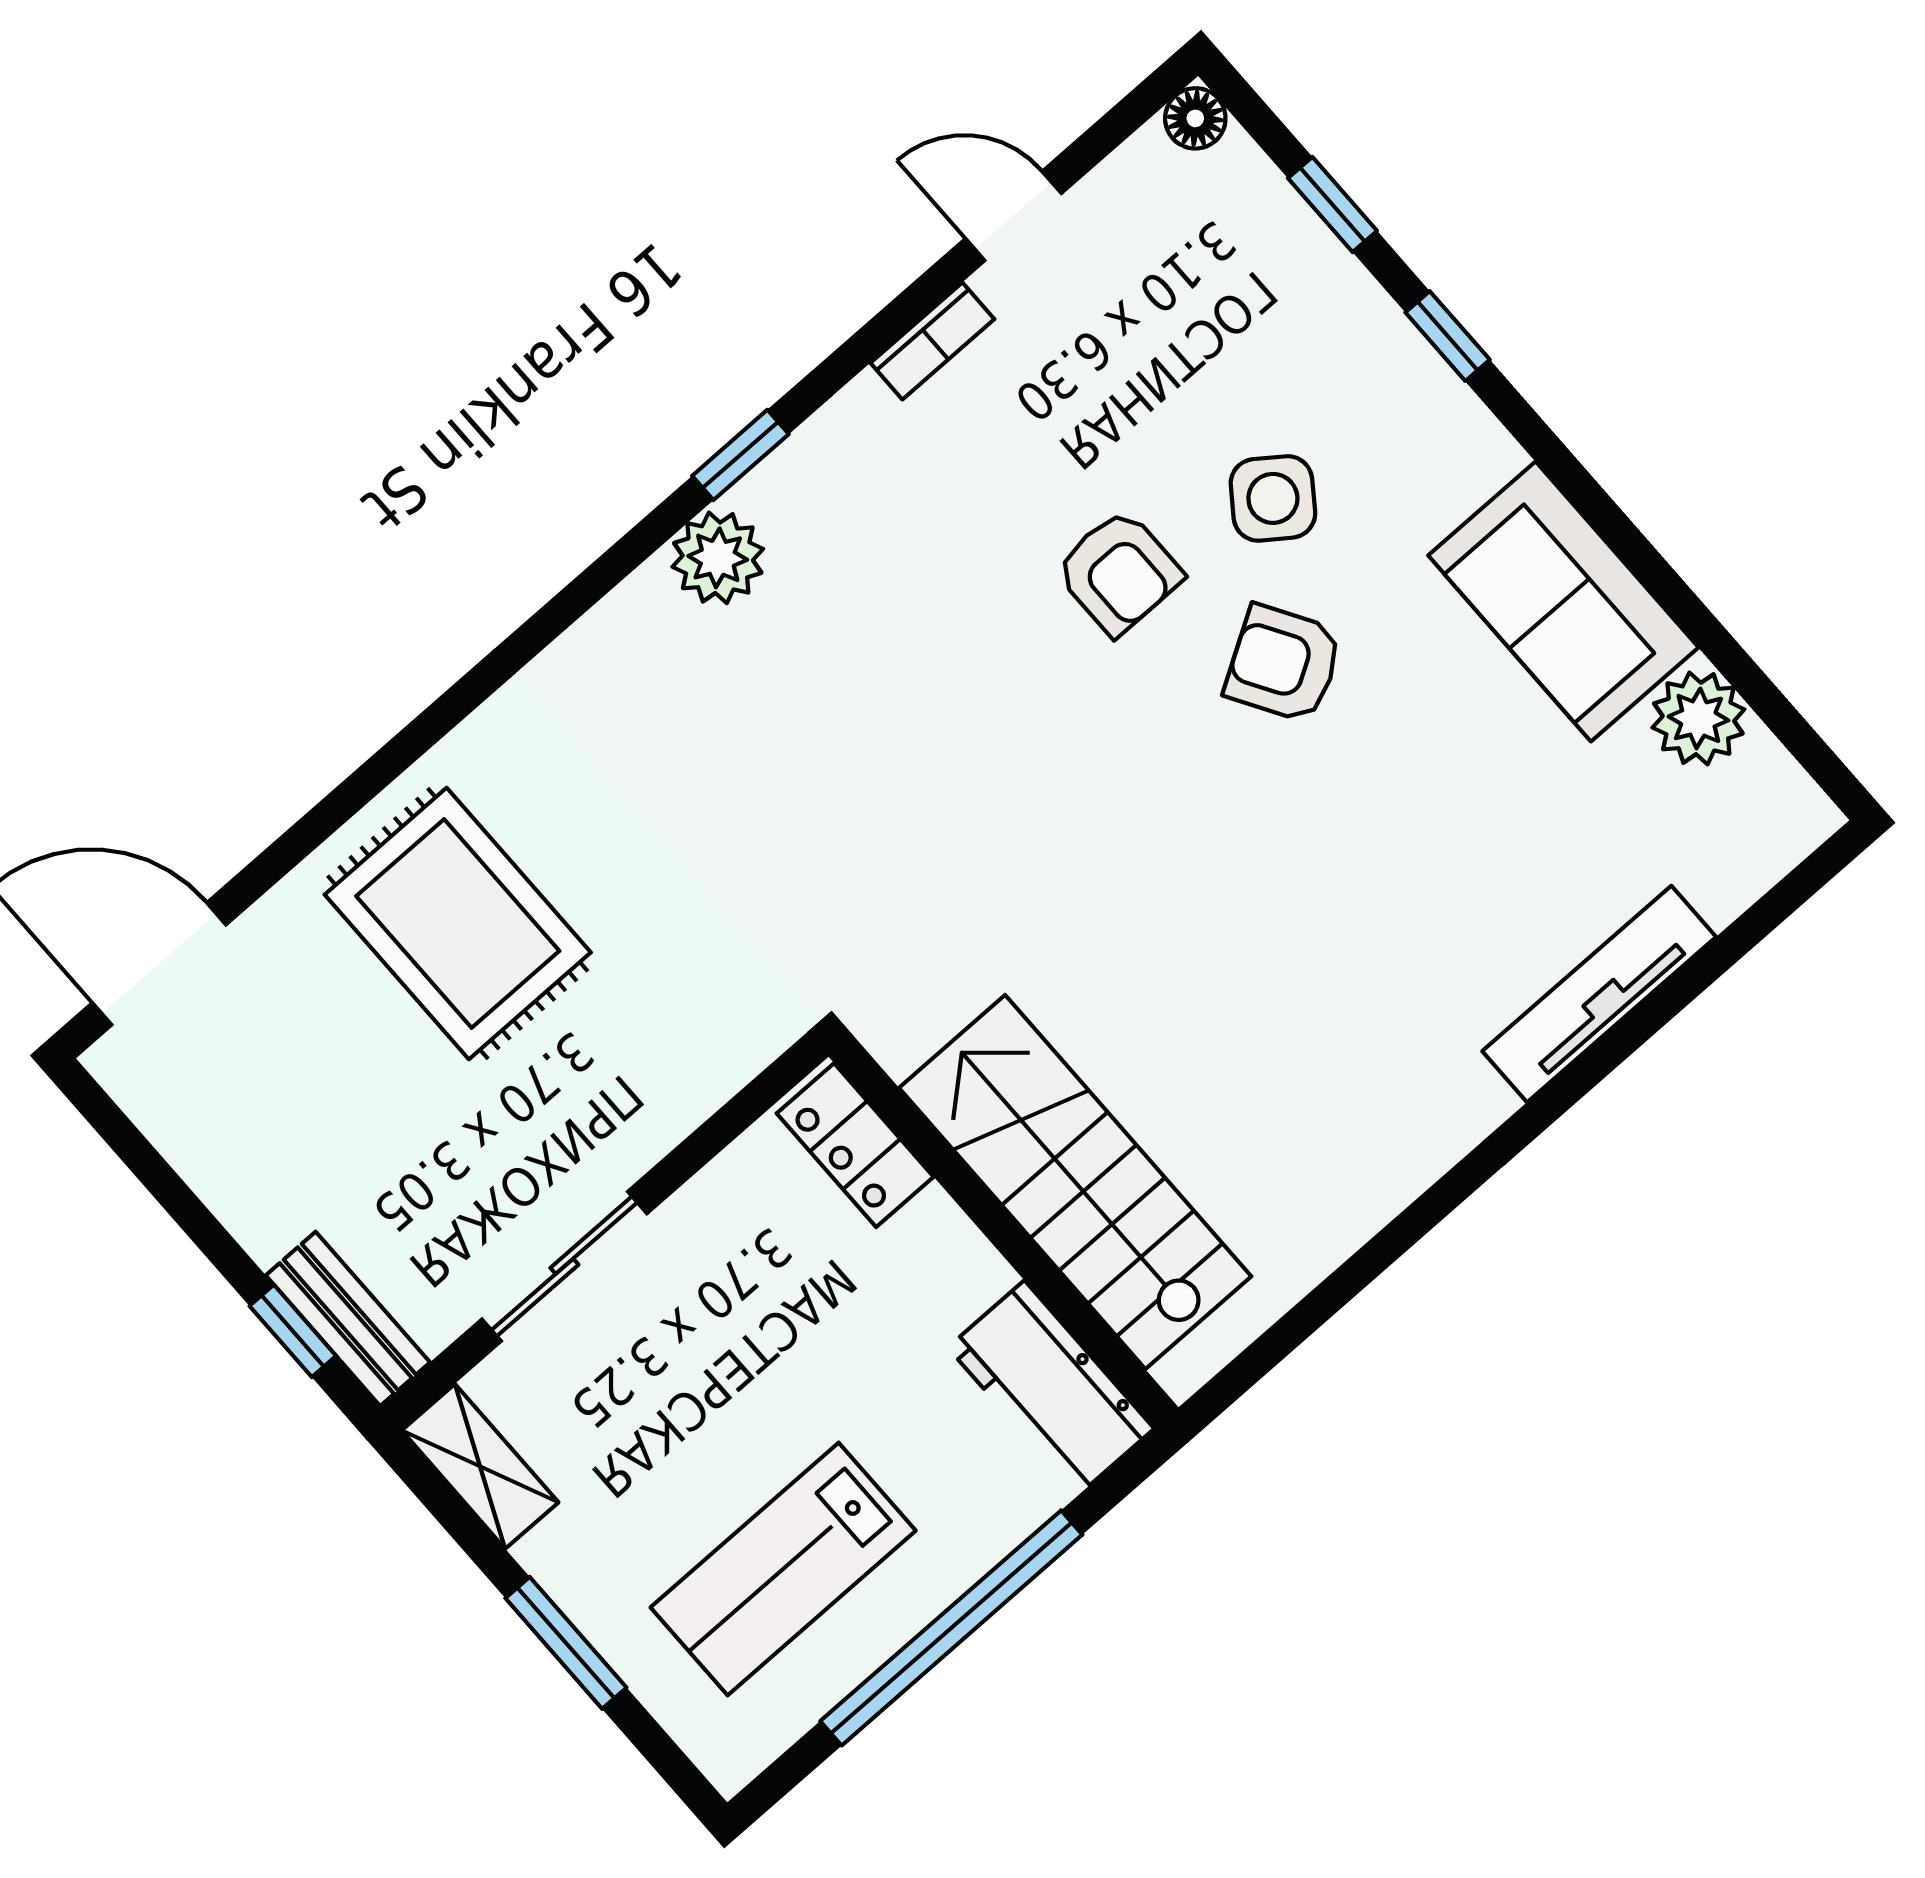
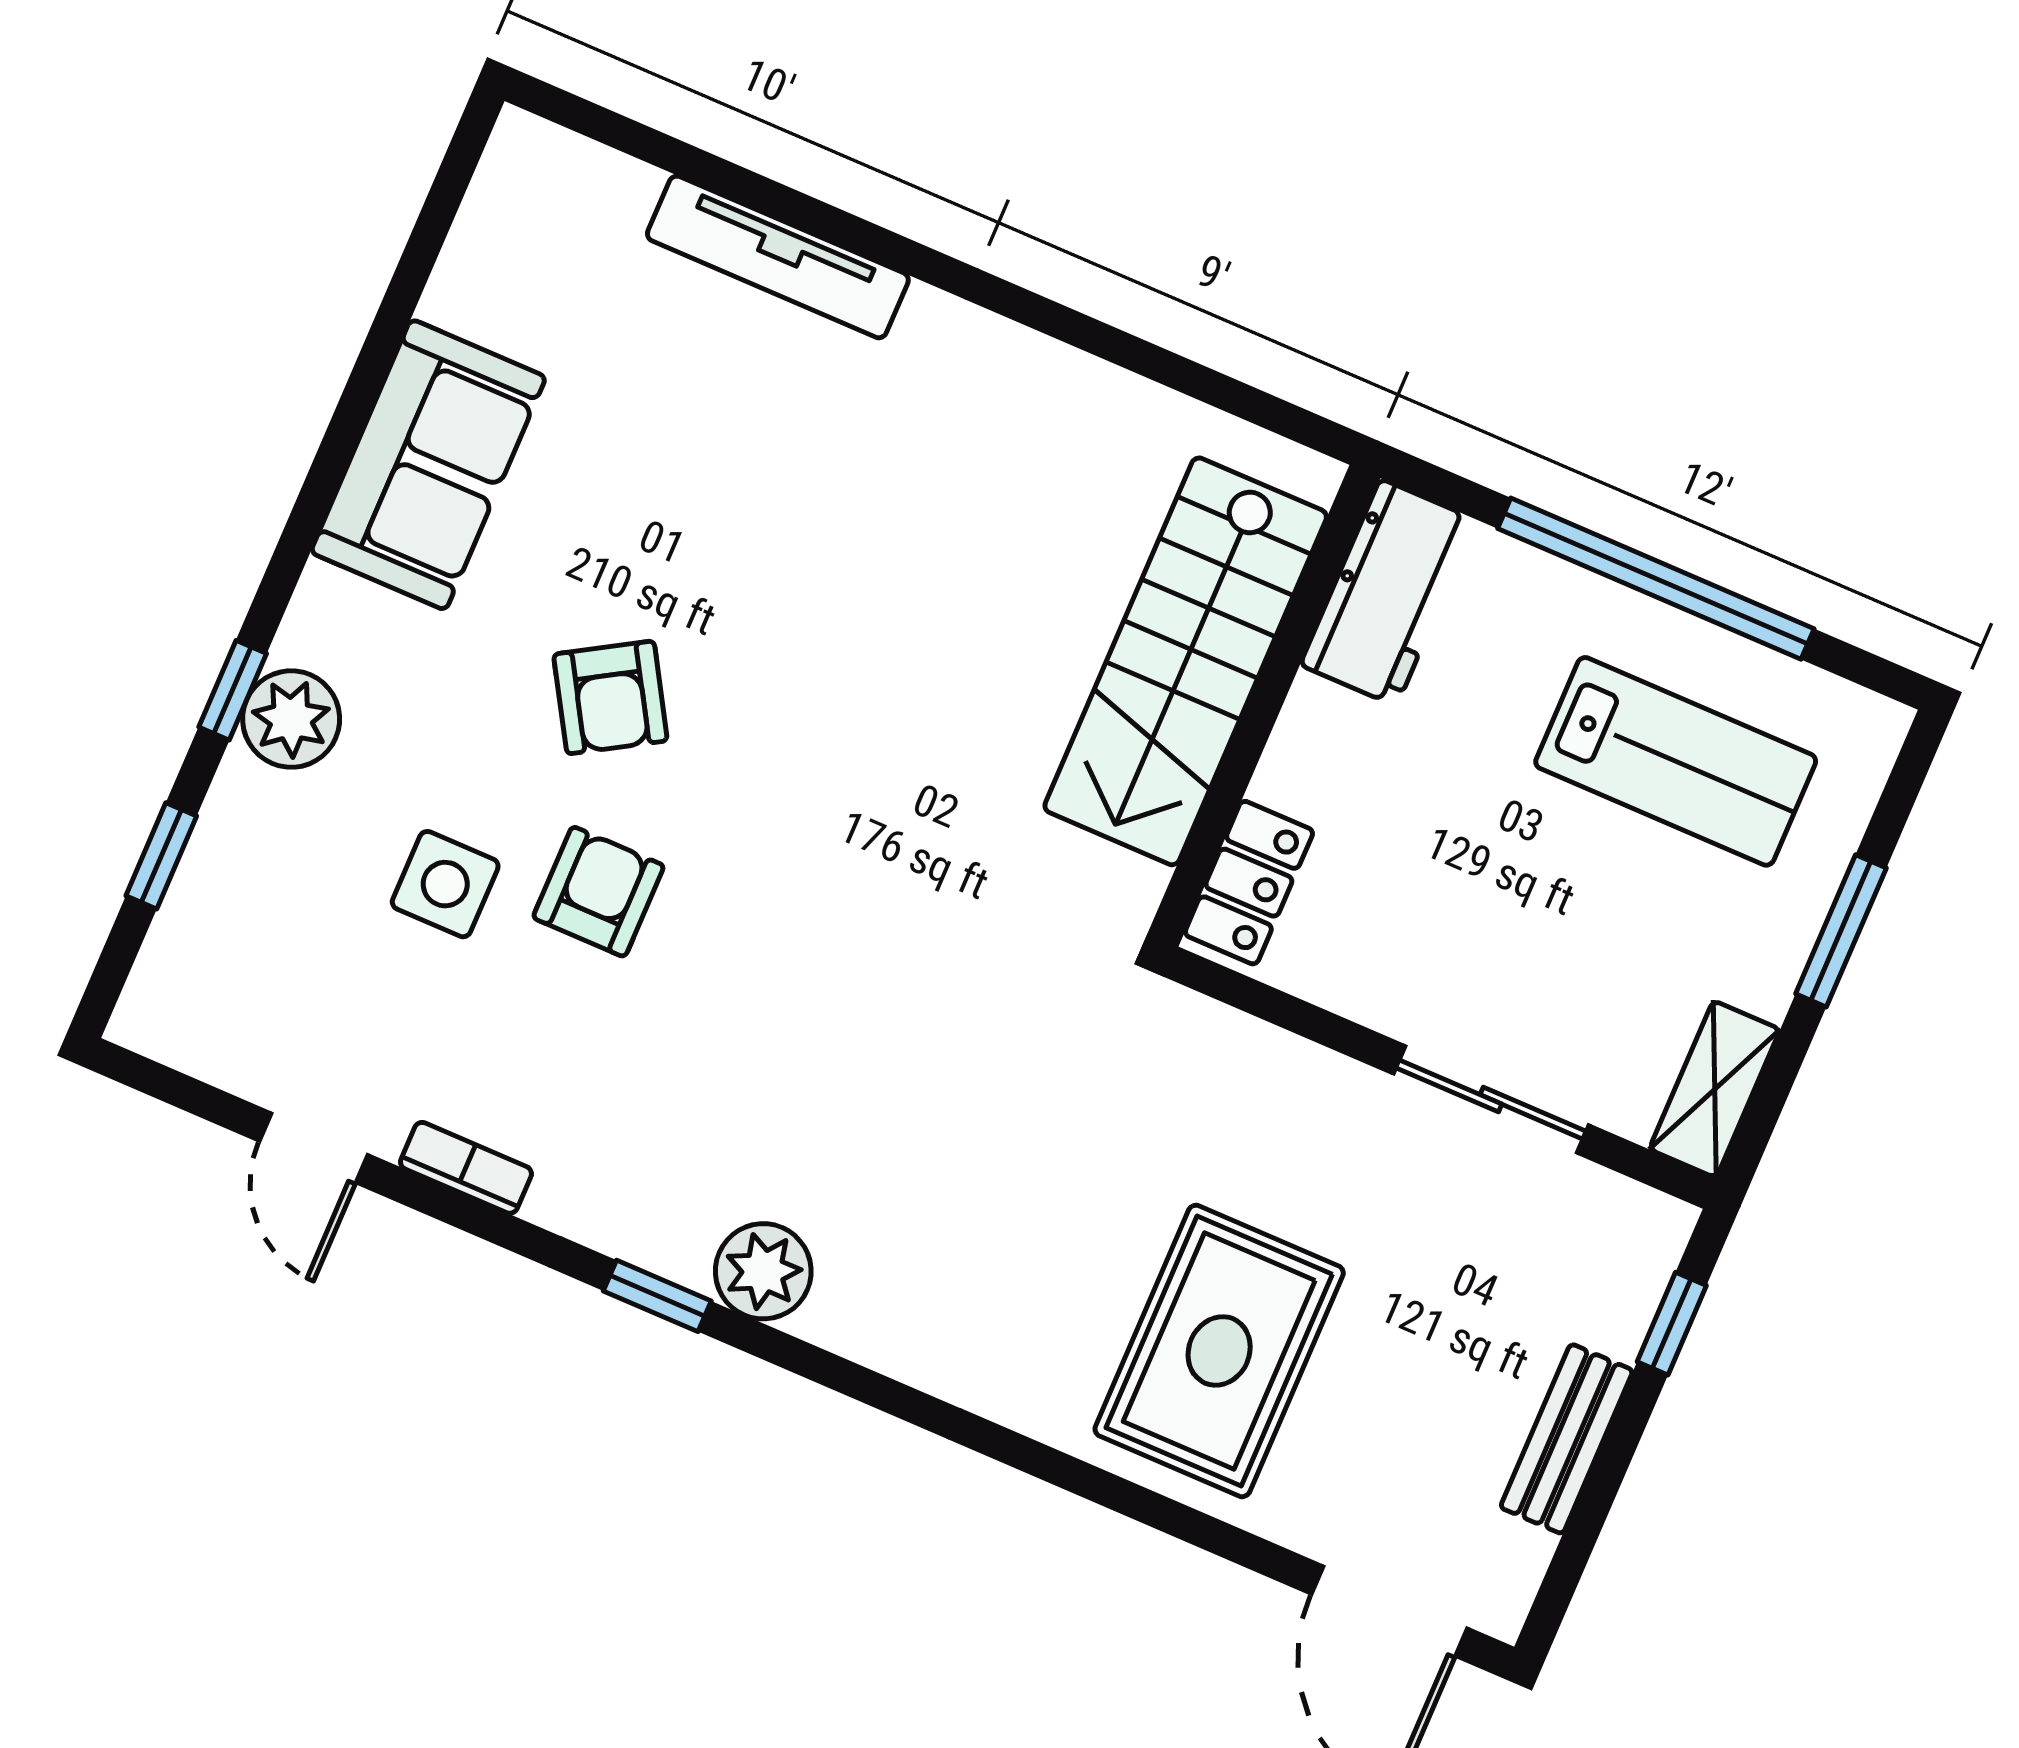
floor lamp: (1195, 118) -> (142, 1022), removed
side table: (1273, 498) -> (445, 884), moved, turned -36
plant: (1698, 718) -> (291, 719), moved
bench: (348, 1319) -> (1567, 1439), moved

